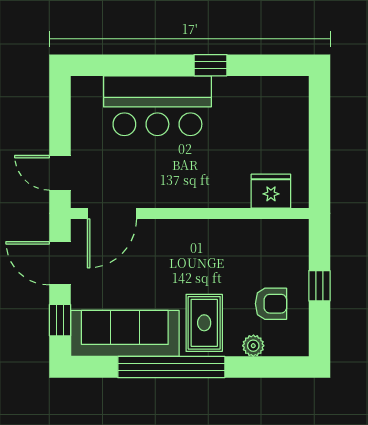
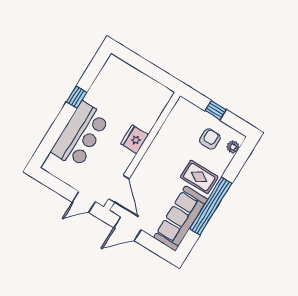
fridge: (271, 191) -> (135, 139), moved
window: (60, 320) -> (155, 246), removed
plant: (253, 346) -> (233, 147), moved

